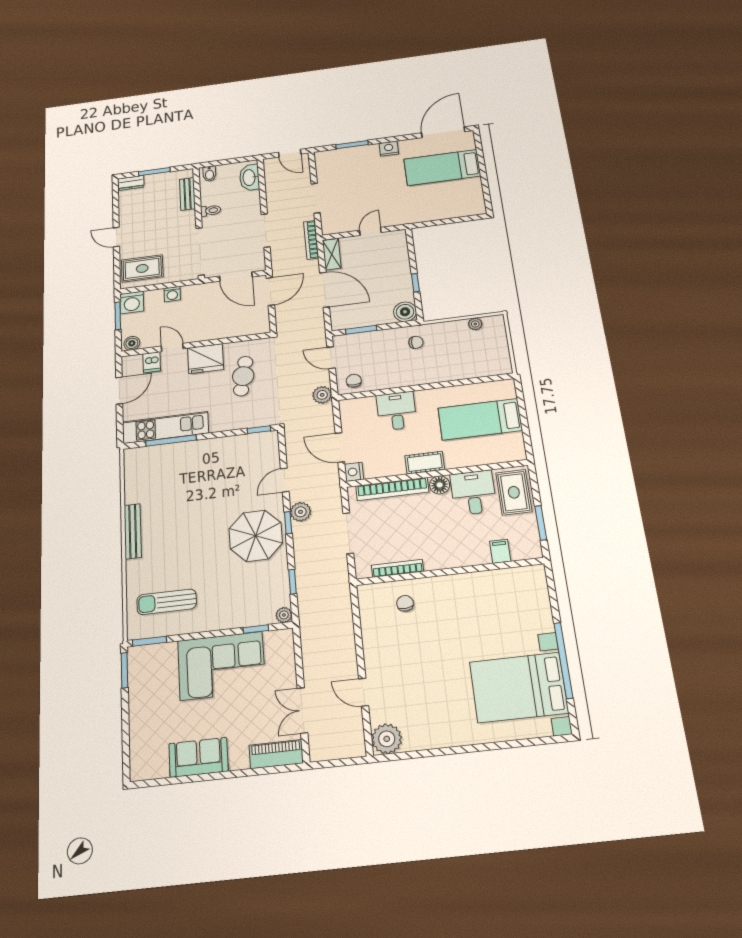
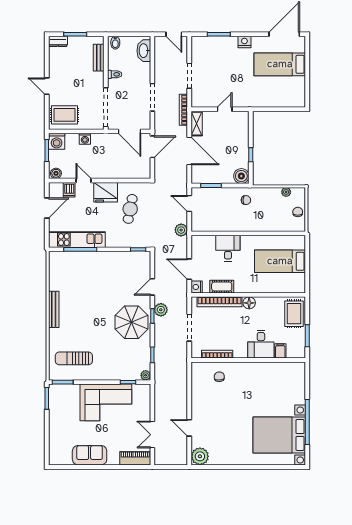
chair: (354, 381) -> (298, 212), moved
cot: (425, 463) -> (222, 287), moved
desk: (473, 493) -> (261, 344), moved, turned 180

